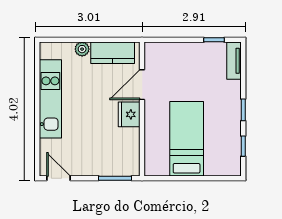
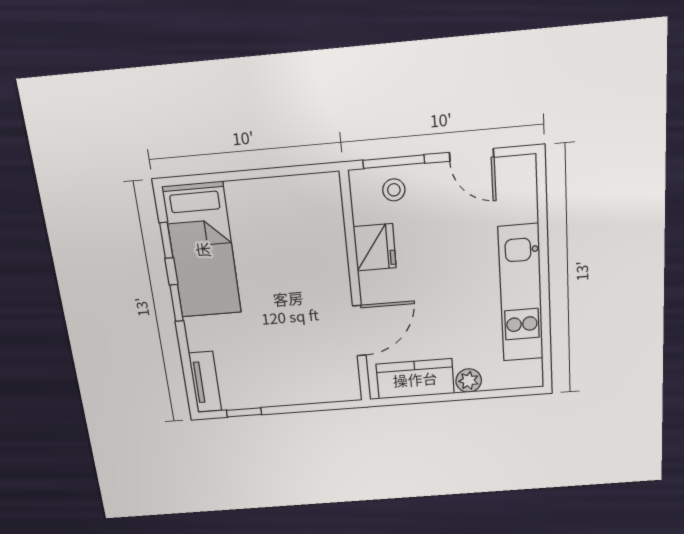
fridge: (129, 114) -> (375, 247), moved
bed: (187, 139) -> (202, 250), moved
stool: (116, 163) -> (394, 190), added
door: (59, 178) -> (472, 155), moved

